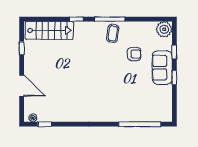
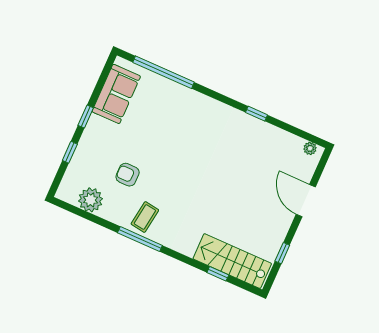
window: (76, 19) -> (218, 274), moved
plant: (164, 29) -> (91, 200), moved
sofa: (162, 68) -> (116, 94), moved
window: (45, 124) -> (256, 114), moved

